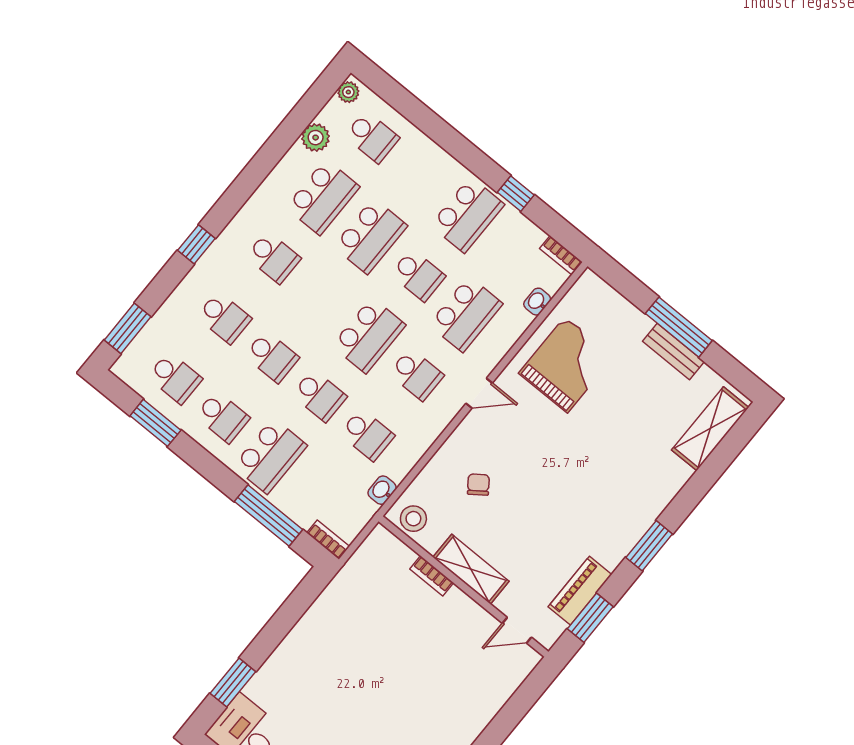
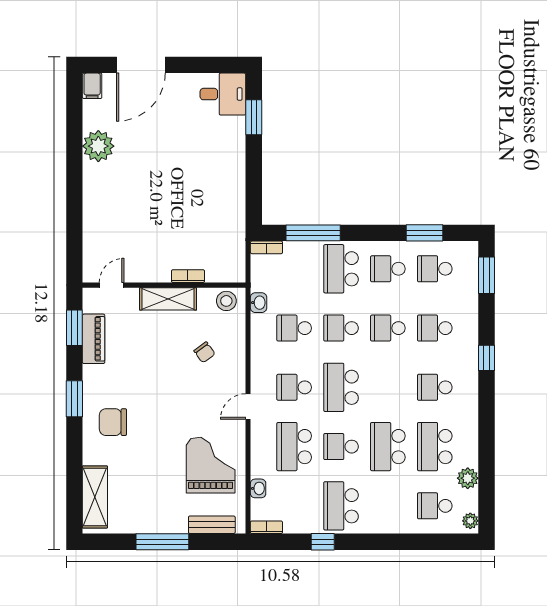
bench: (673, 352) -> (212, 525), moved
grand piano: (566, 365) -> (211, 465), turned 180
chair: (629, 490) -> (113, 422), added

